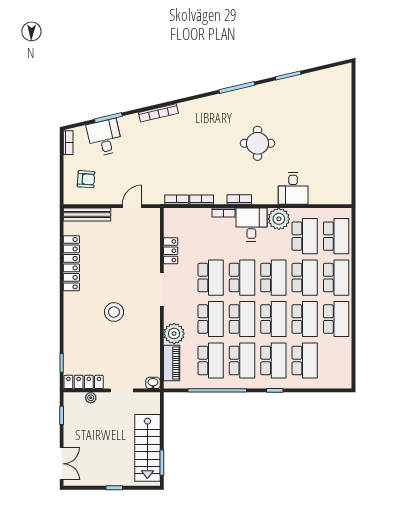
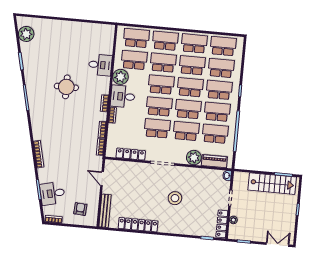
plant: (327, 79) -> (26, 34), added
locker: (171, 251) -> (131, 154), width x1.53
school desk: (336, 361) -> (223, 46), added

